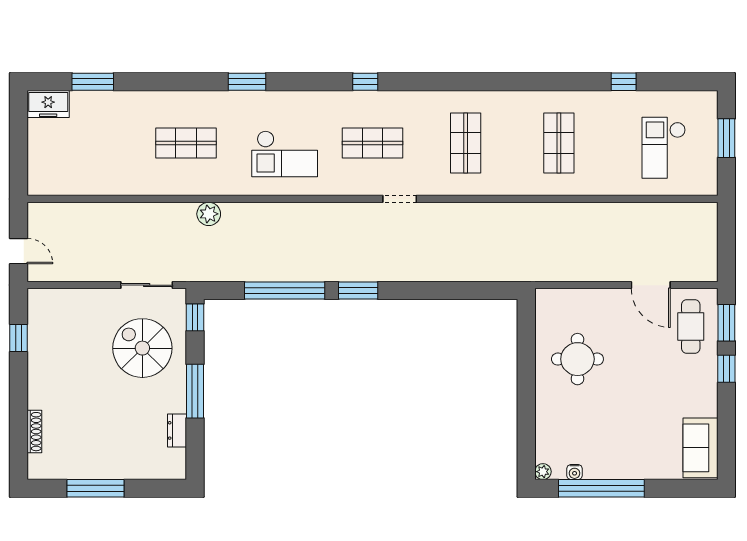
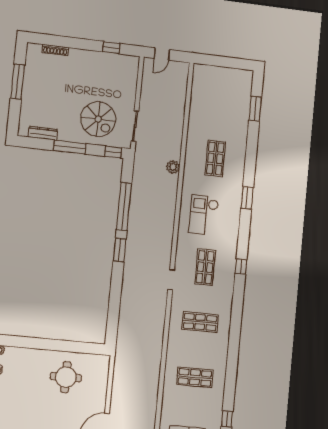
freezer: (48, 104) -> (245, 82), removed
spiral stairs: (142, 348) -> (98, 119), turned 90
dresser: (177, 430) -> (43, 133), width x1.44

